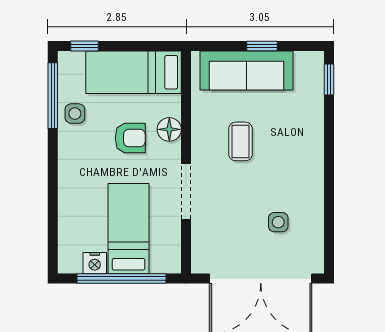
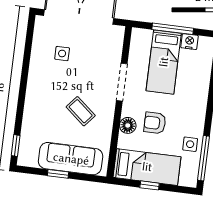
window: (84, 46) -> (150, 185), moved
coffee table: (240, 141) -> (81, 111), turned -50
window: (122, 279) -> (173, 29), width x0.68

